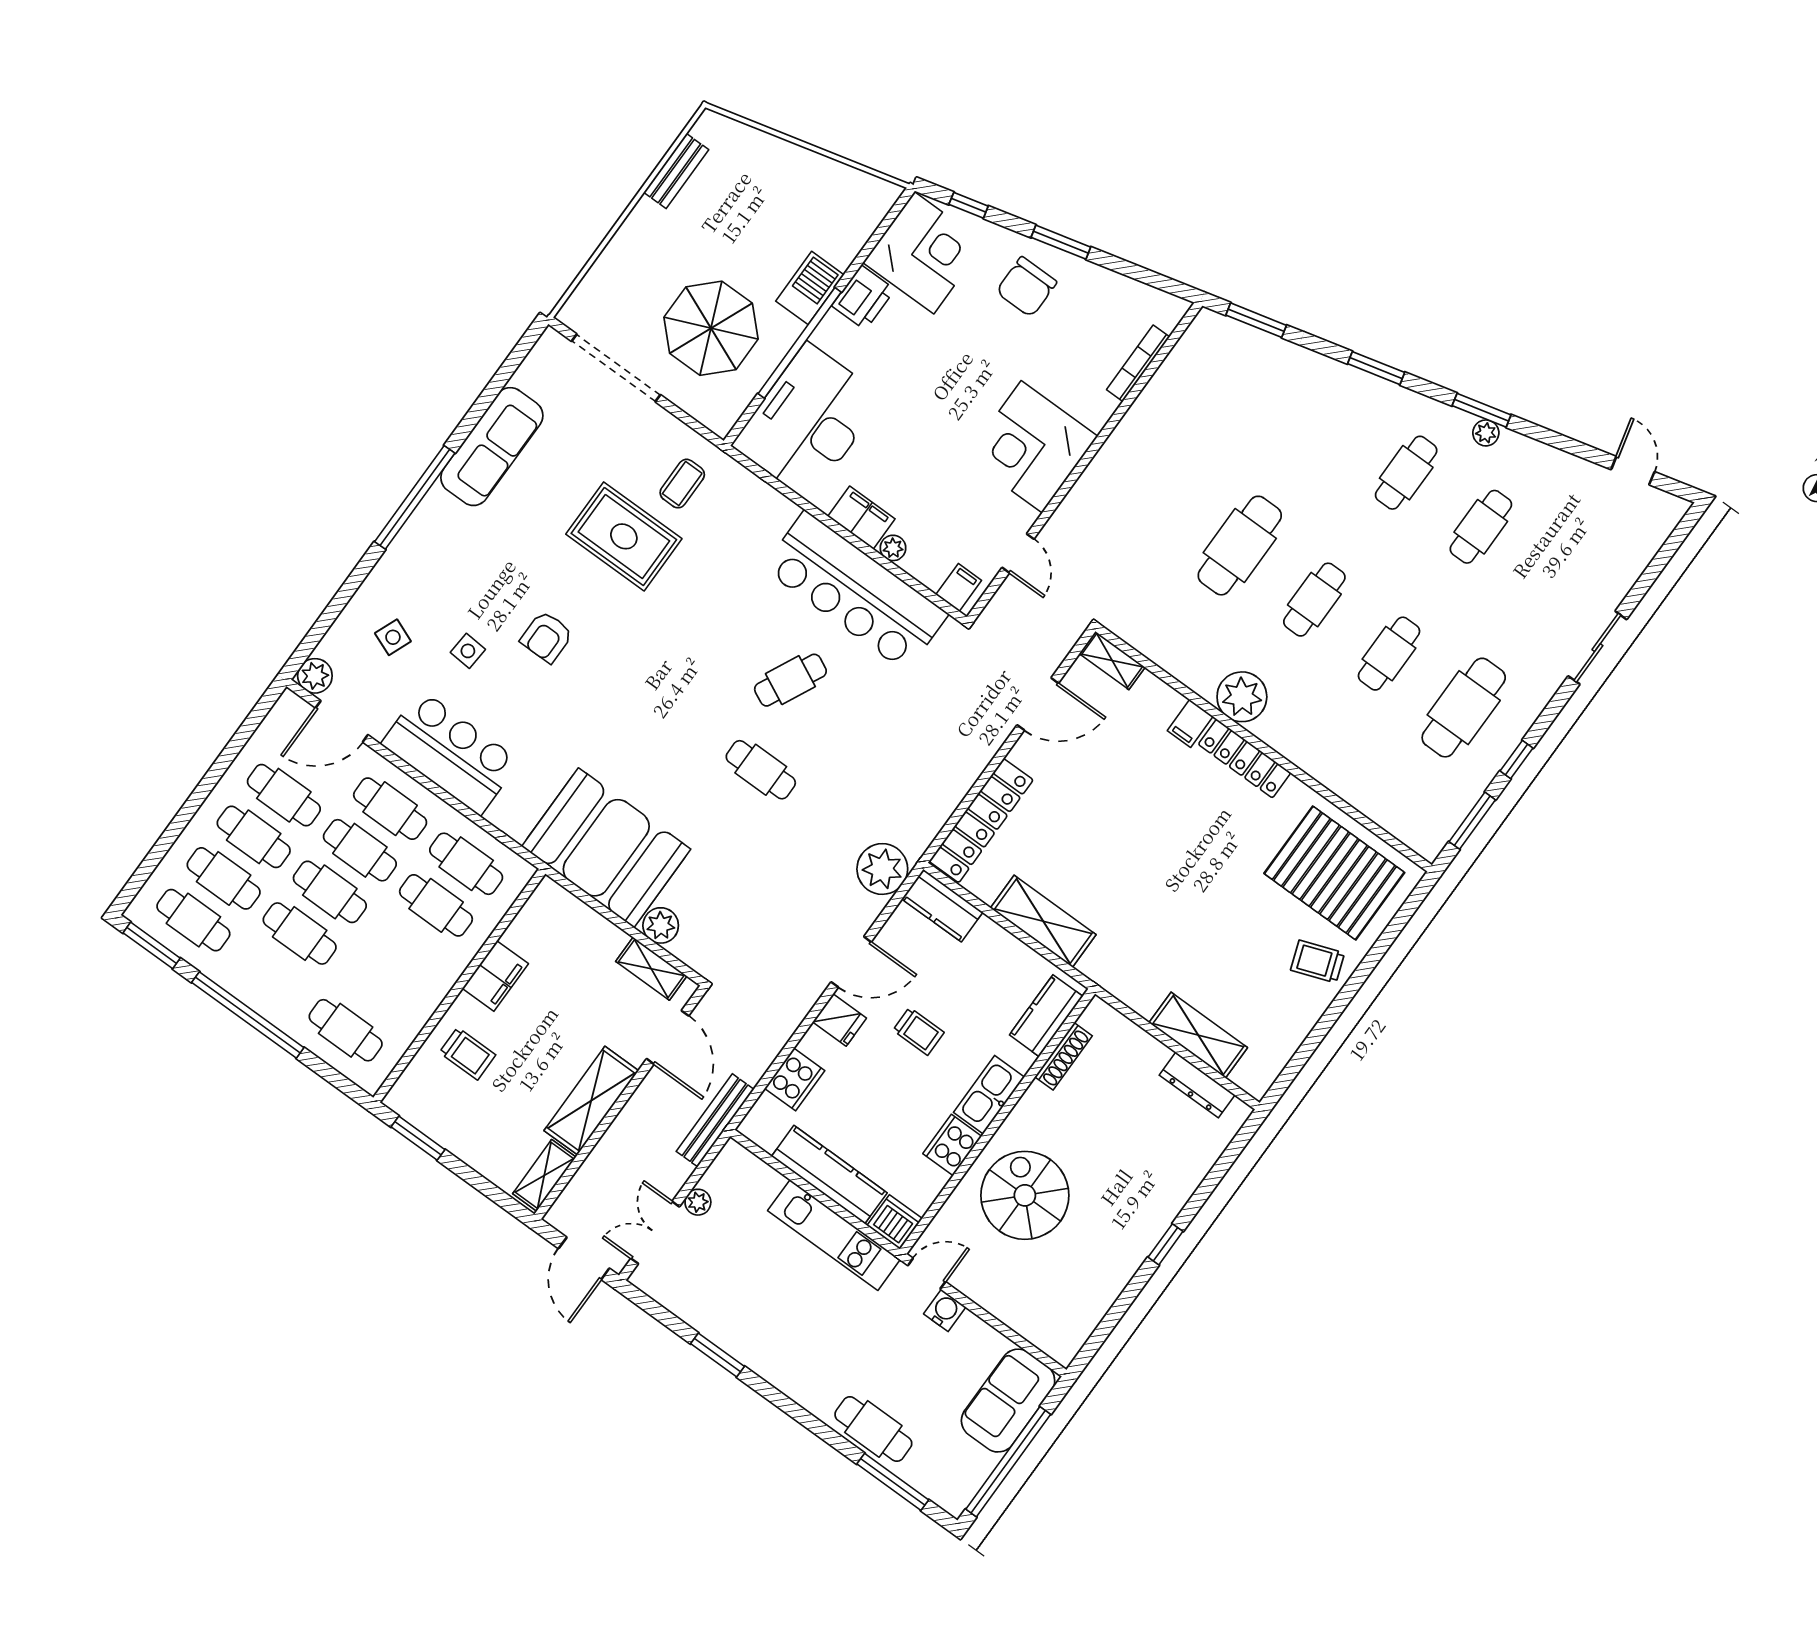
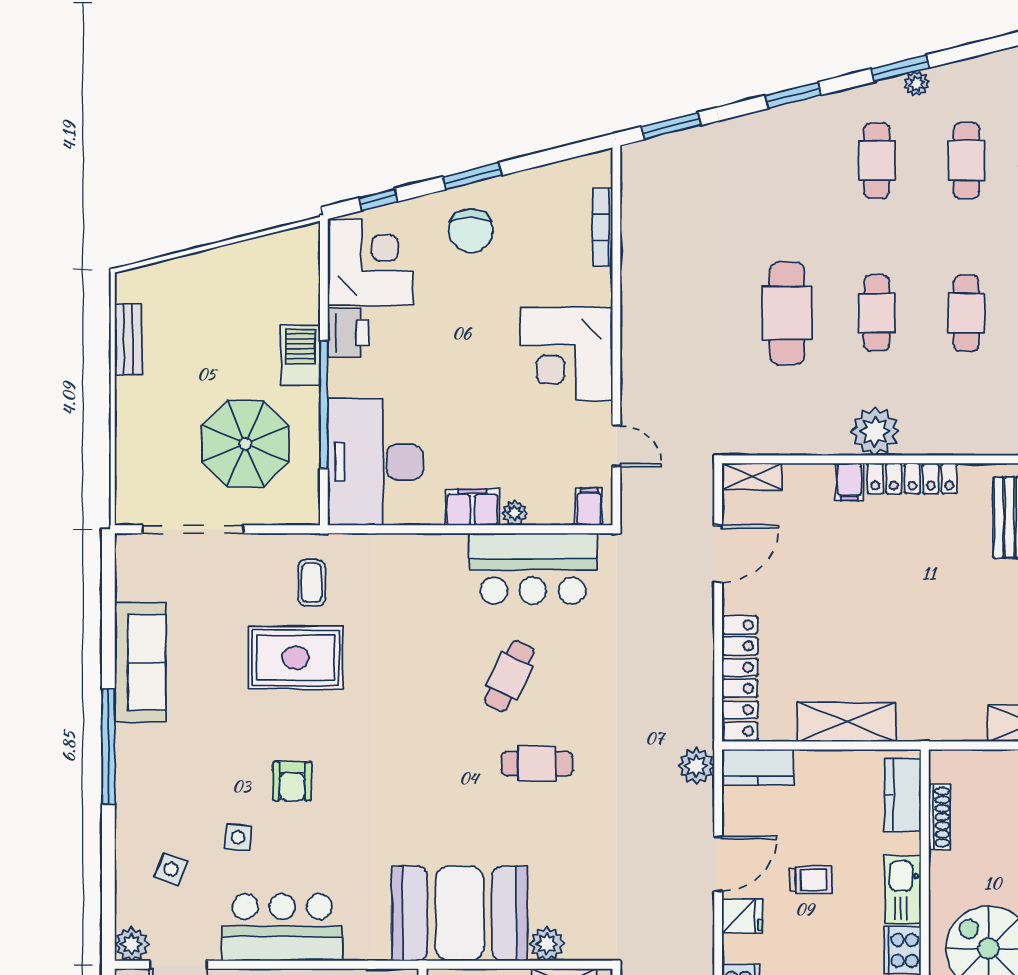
bar counter: (856, 591) -> (533, 569), width x0.73
plant: (882, 869) -> (696, 766), width x0.73, depth x0.73

